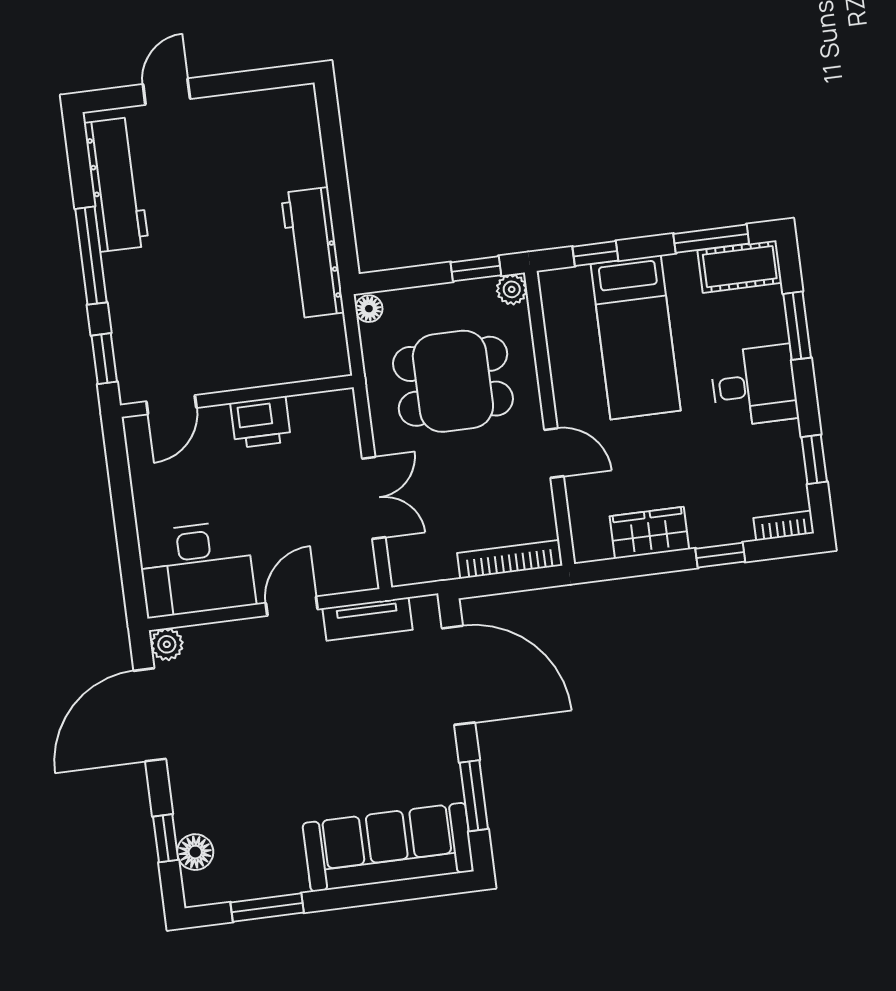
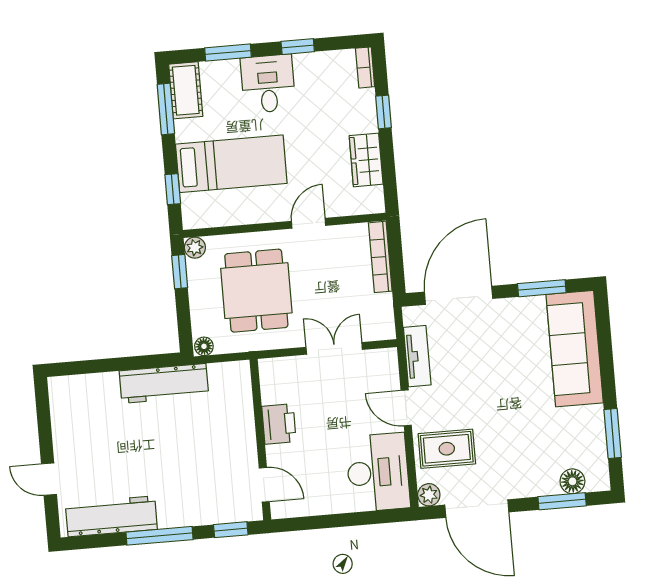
window: (814, 459) -> (298, 47), moved
rug: (235, 668) -> (447, 449), added
window: (166, 838) -> (562, 501), width x1.50

